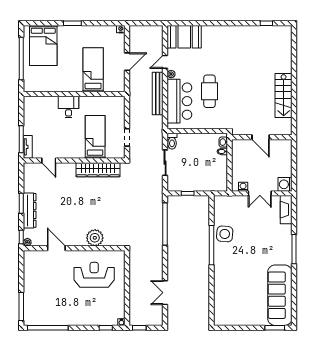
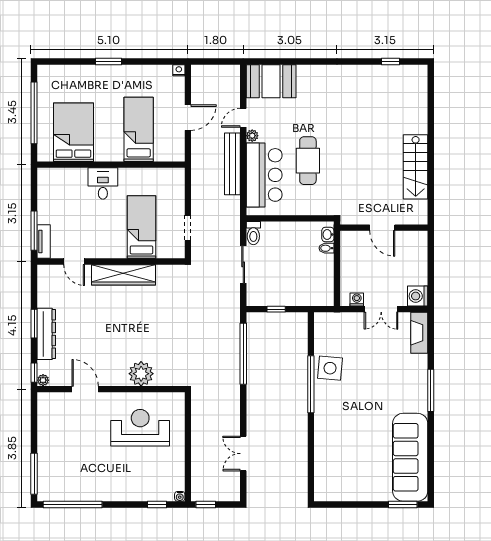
bed: (43, 45) -> (73, 132), moved, turned 180
wardrobe: (98, 170) -> (124, 275), moved

